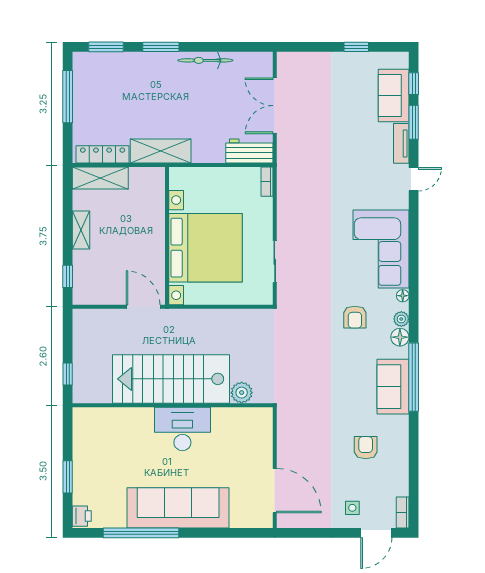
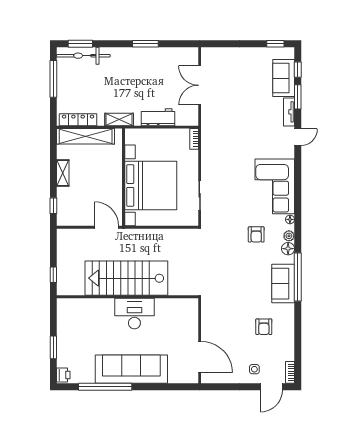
window: (161, 47) -> (145, 44), moved
window: (356, 47) -> (275, 44), moved
bicycle: (205, 60) -> (83, 56), moved, width x1.37, depth x1.40
shelving: (161, 151) -> (119, 119), width x0.67, depth x0.75
workbench: (249, 151) -> (158, 117), moved
shelving: (100, 178) -> (86, 136), width x1.47
plant: (242, 393) -> (176, 288), removed
armchair: (366, 448) -> (264, 327), turned 180

